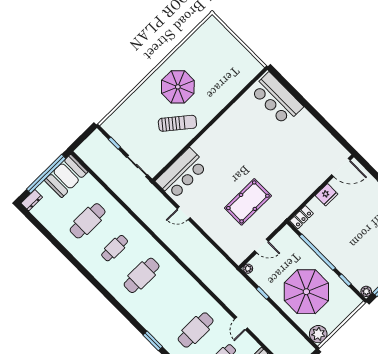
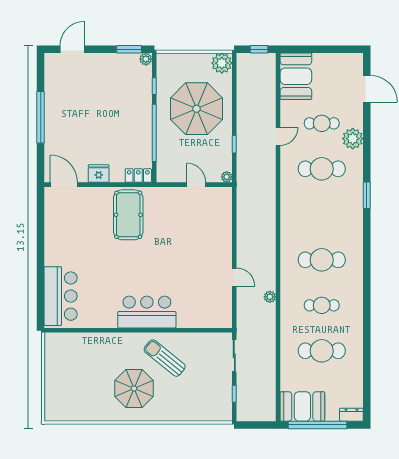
bar counter: (182, 174) -> (147, 312), moved
pool table: (248, 202) -> (128, 215), moved, turned 90
plant: (151, 222) -> (270, 297), added

